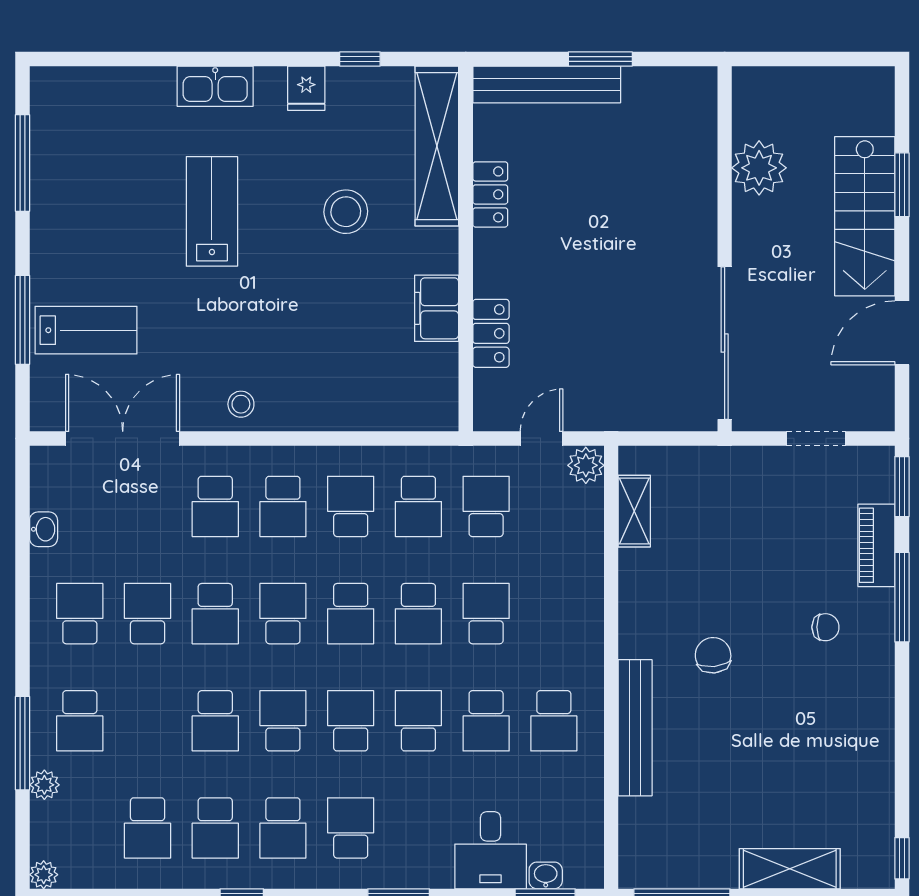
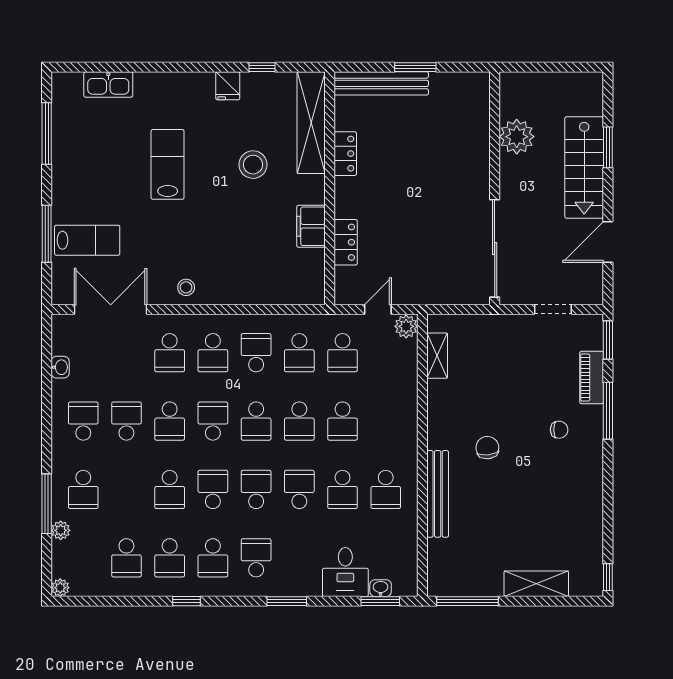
kitchen sink: (215, 86) -> (108, 85), moved
school desk: (486, 506) -> (343, 353), turned 180
school desk: (486, 614) -> (343, 421), turned 180

